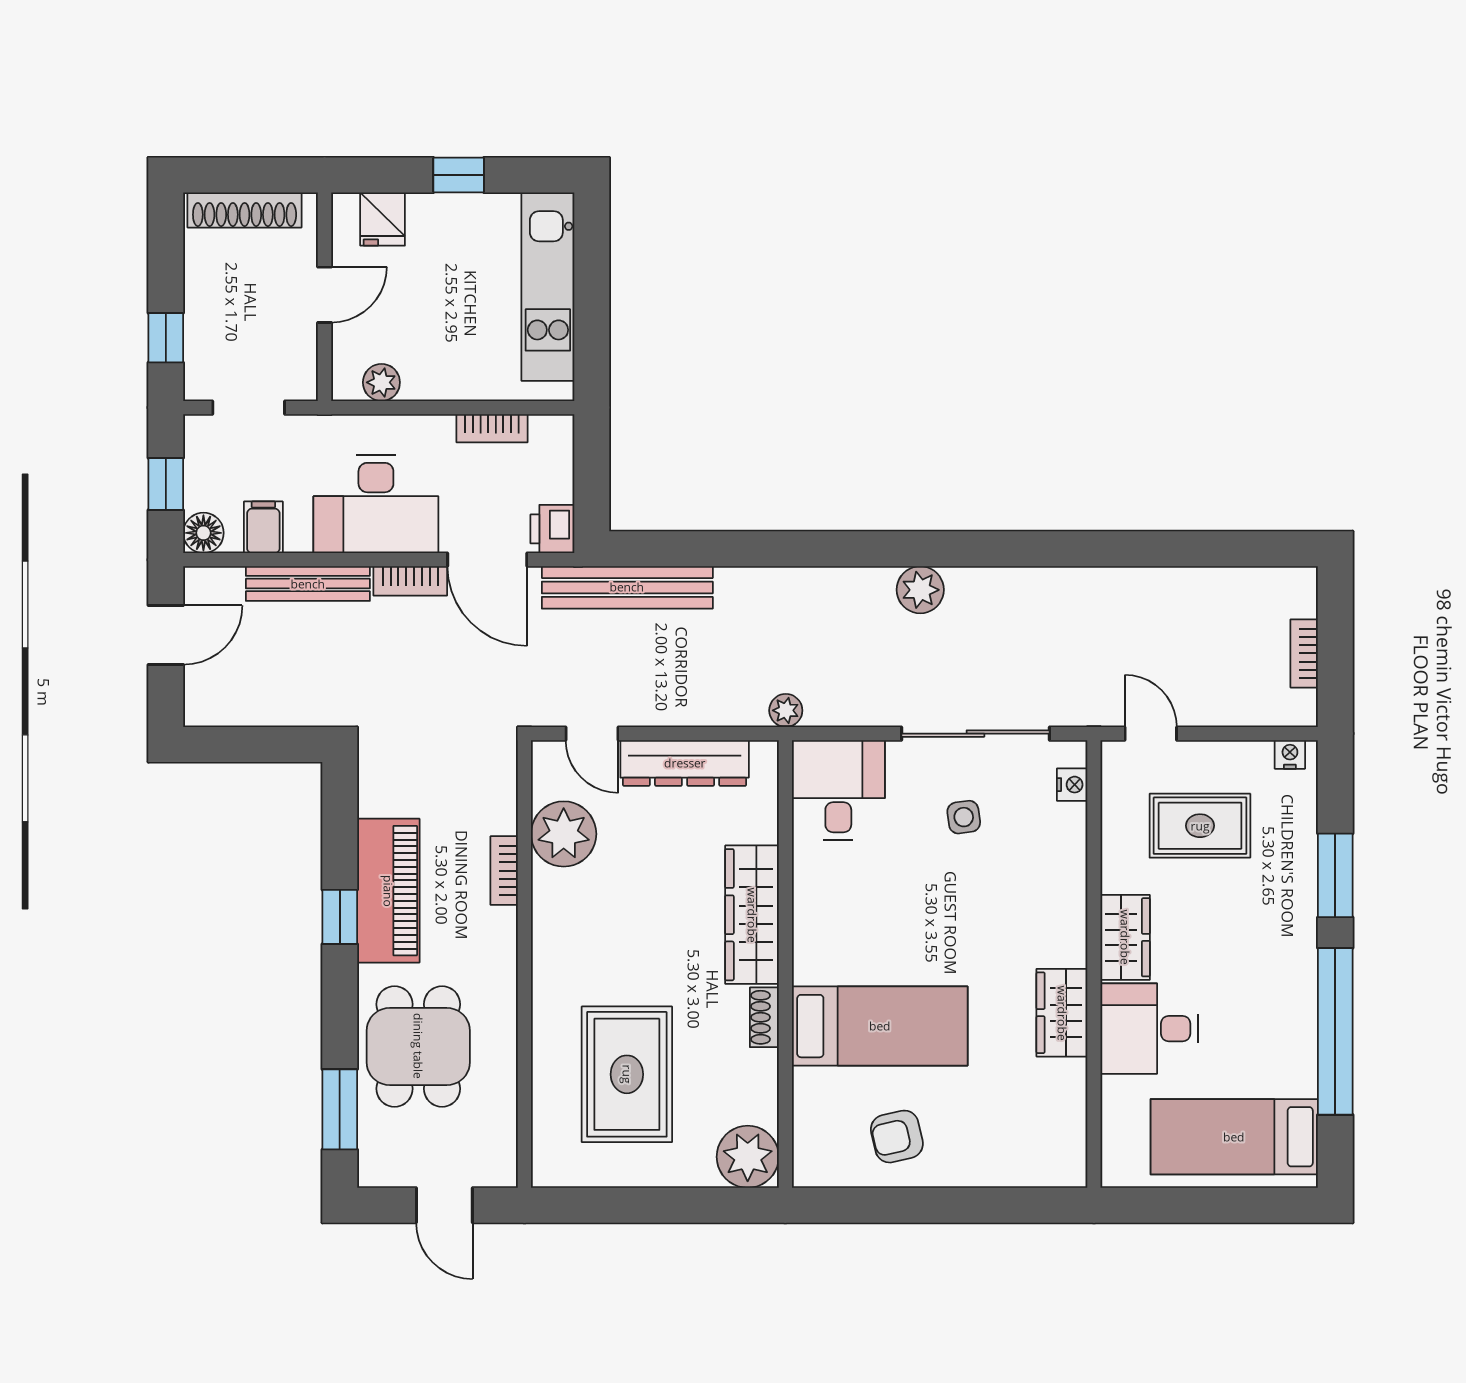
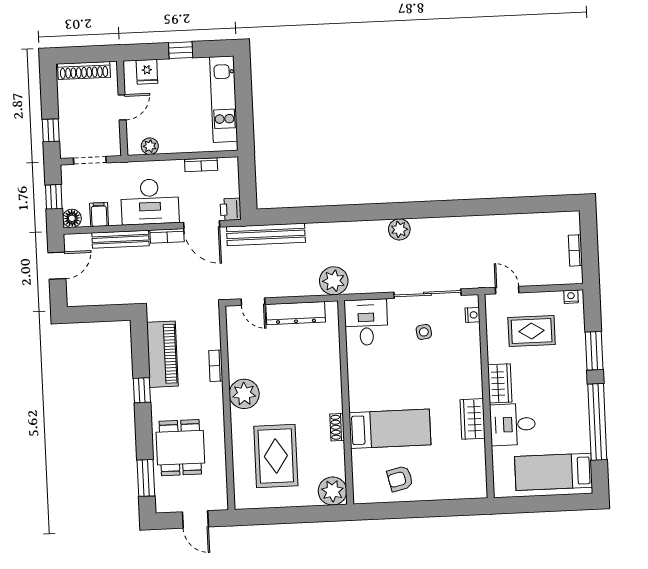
plant: (786, 710) -> (334, 281), width x1.87, depth x1.87
plant: (564, 834) -> (244, 394), moved
piano: (388, 891) -> (162, 354), moved
wardrobe: (752, 915) -> (329, 381), removed

